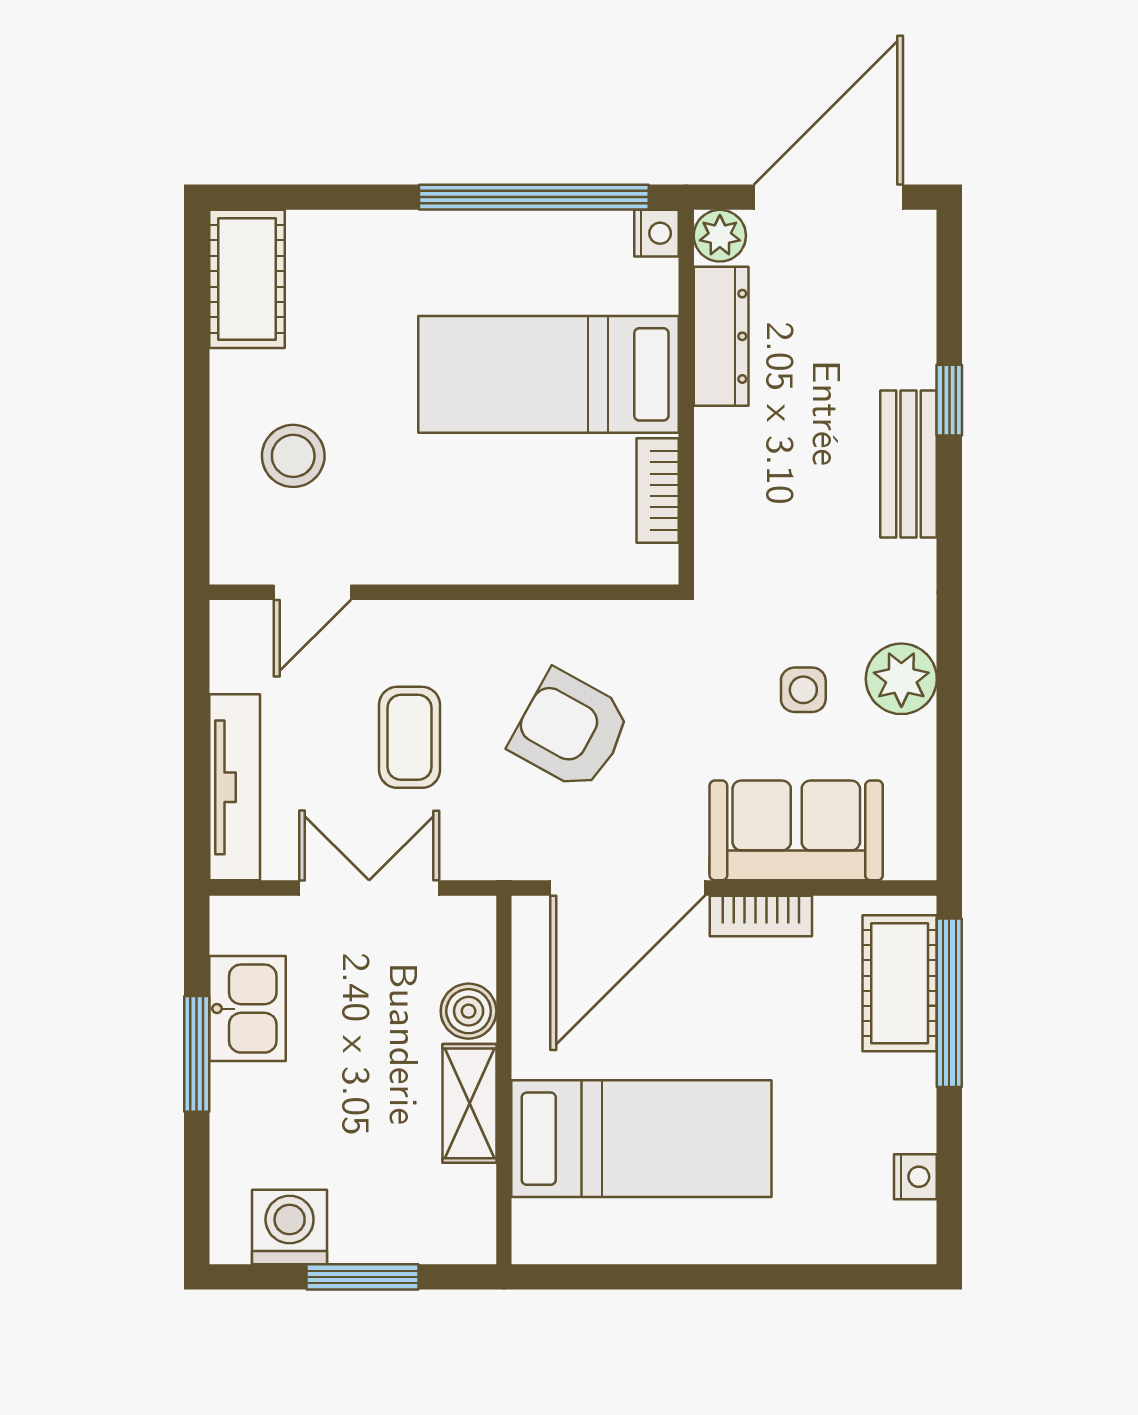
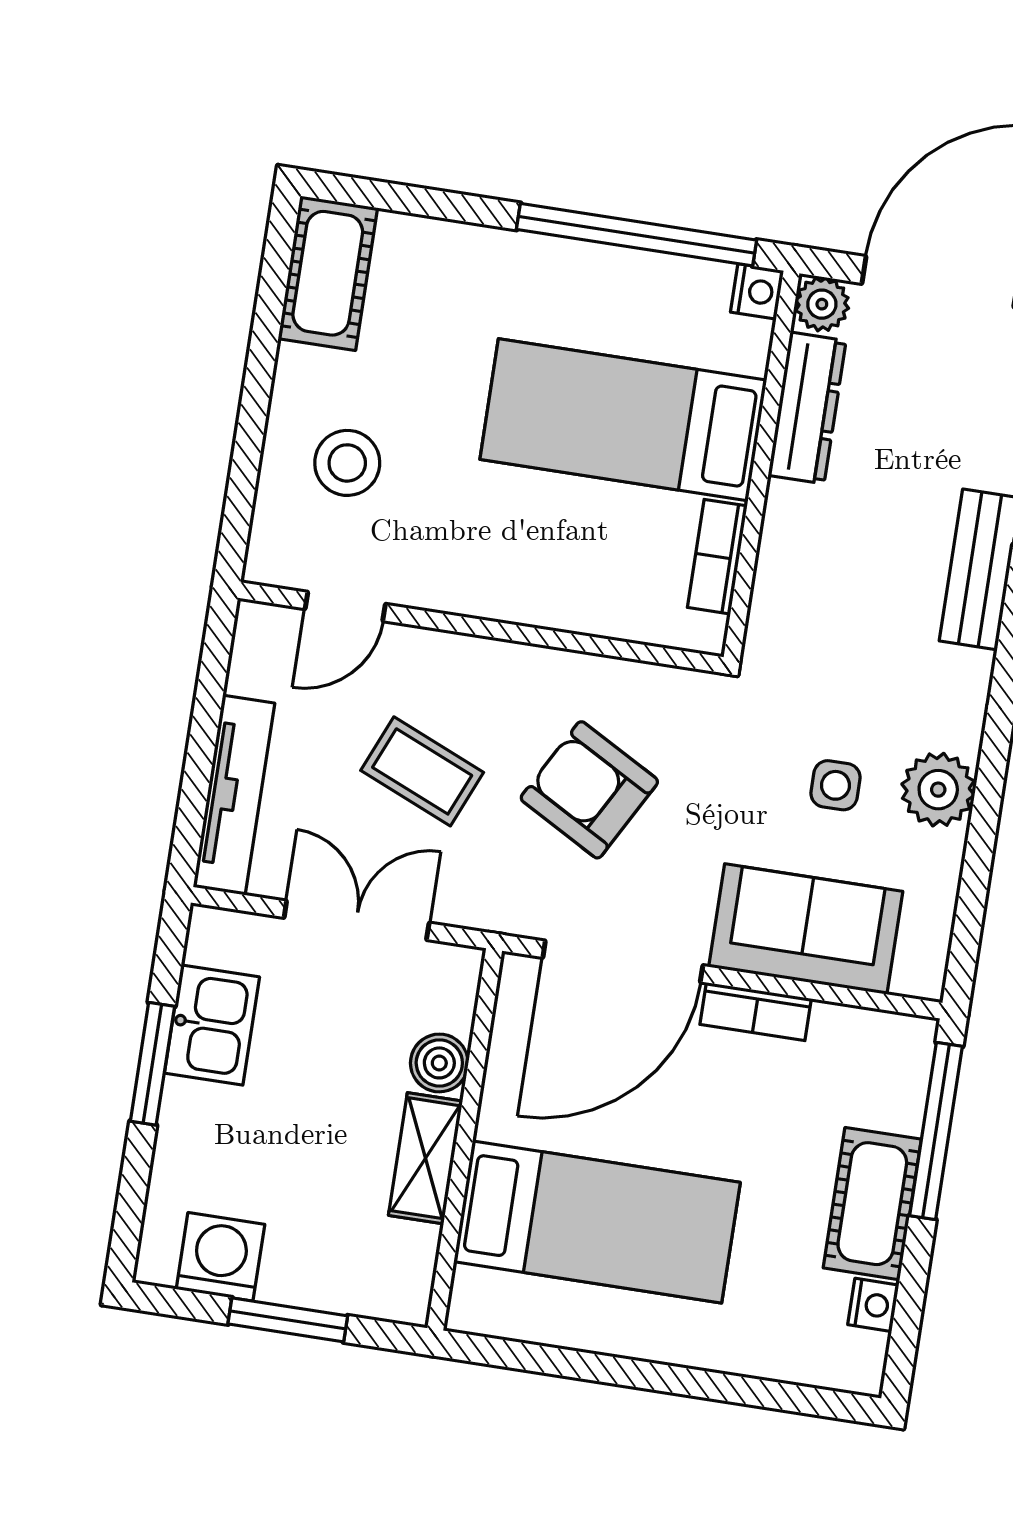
coffee table: (409, 737) -> (422, 771), turned -67
cot: (900, 983) -> (872, 1204), moved

